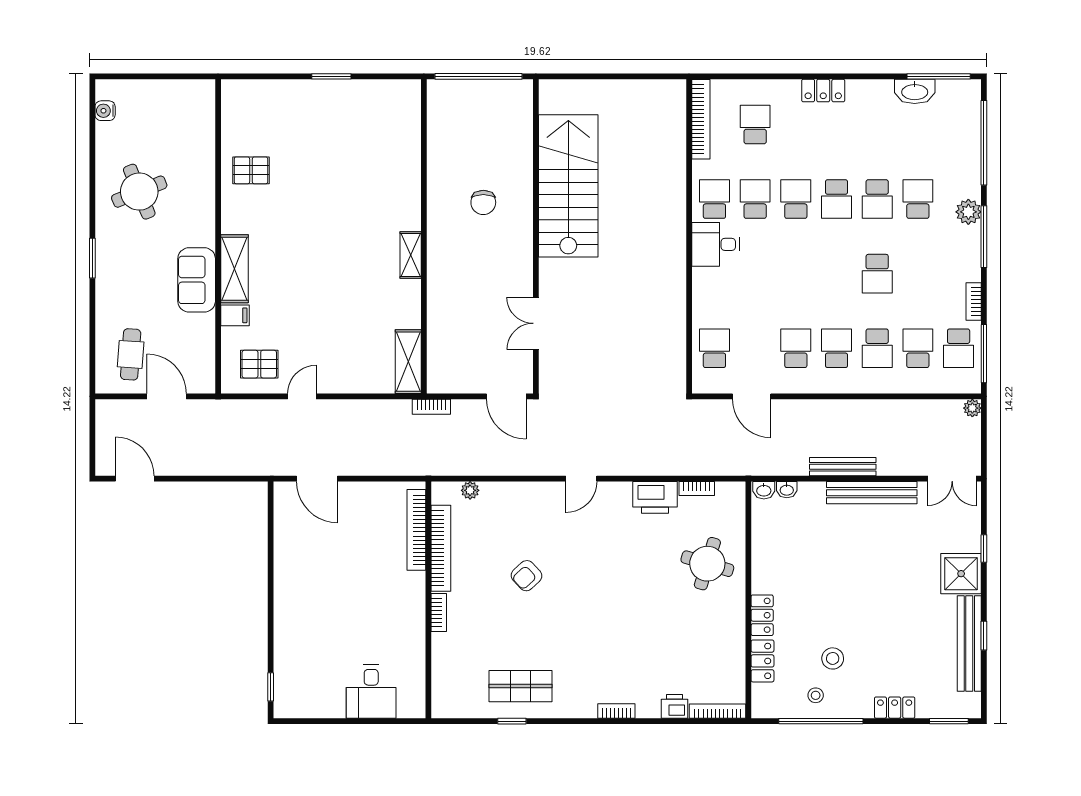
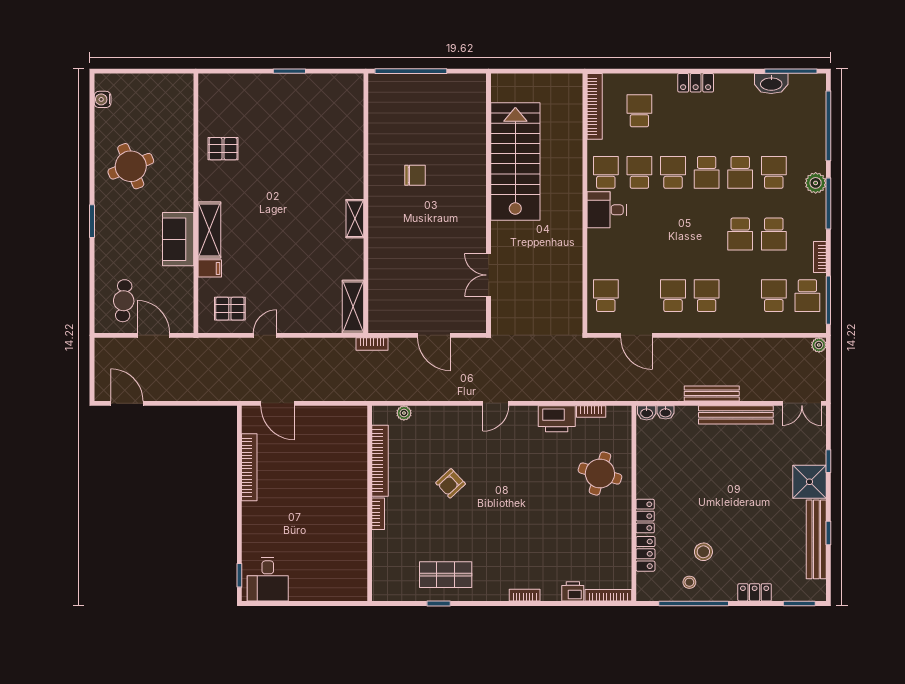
stairs: (568, 186) -> (515, 161), moved
chair: (483, 202) -> (415, 175), turned -90
wall: (536, 236) -> (489, 203), moved
double door: (536, 323) -> (489, 275), moved
school desk: (877, 348) -> (774, 234), moved
bookcase: (416, 530) -> (249, 467), moved, turned 180
desk: (371, 692) -> (268, 579), moved

